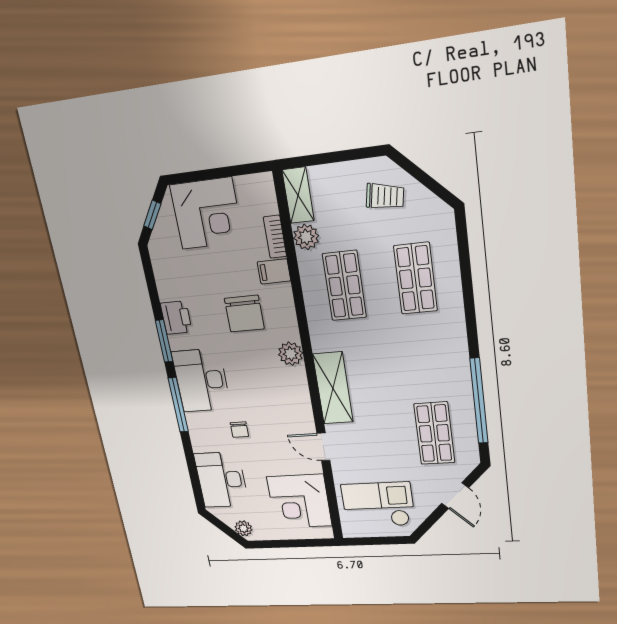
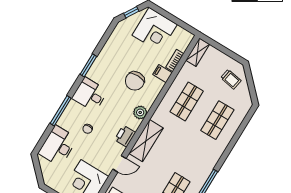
plant: (306, 237) -> (187, 70), removed
printer: (176, 318) -> (125, 136), moved, turned 180
desk: (201, 380) -> (90, 95), width x0.73
window: (178, 405) -> (61, 111), moved
door: (323, 447) -> (120, 164), swing flipped
plant: (243, 528) -> (47, 177), removed

